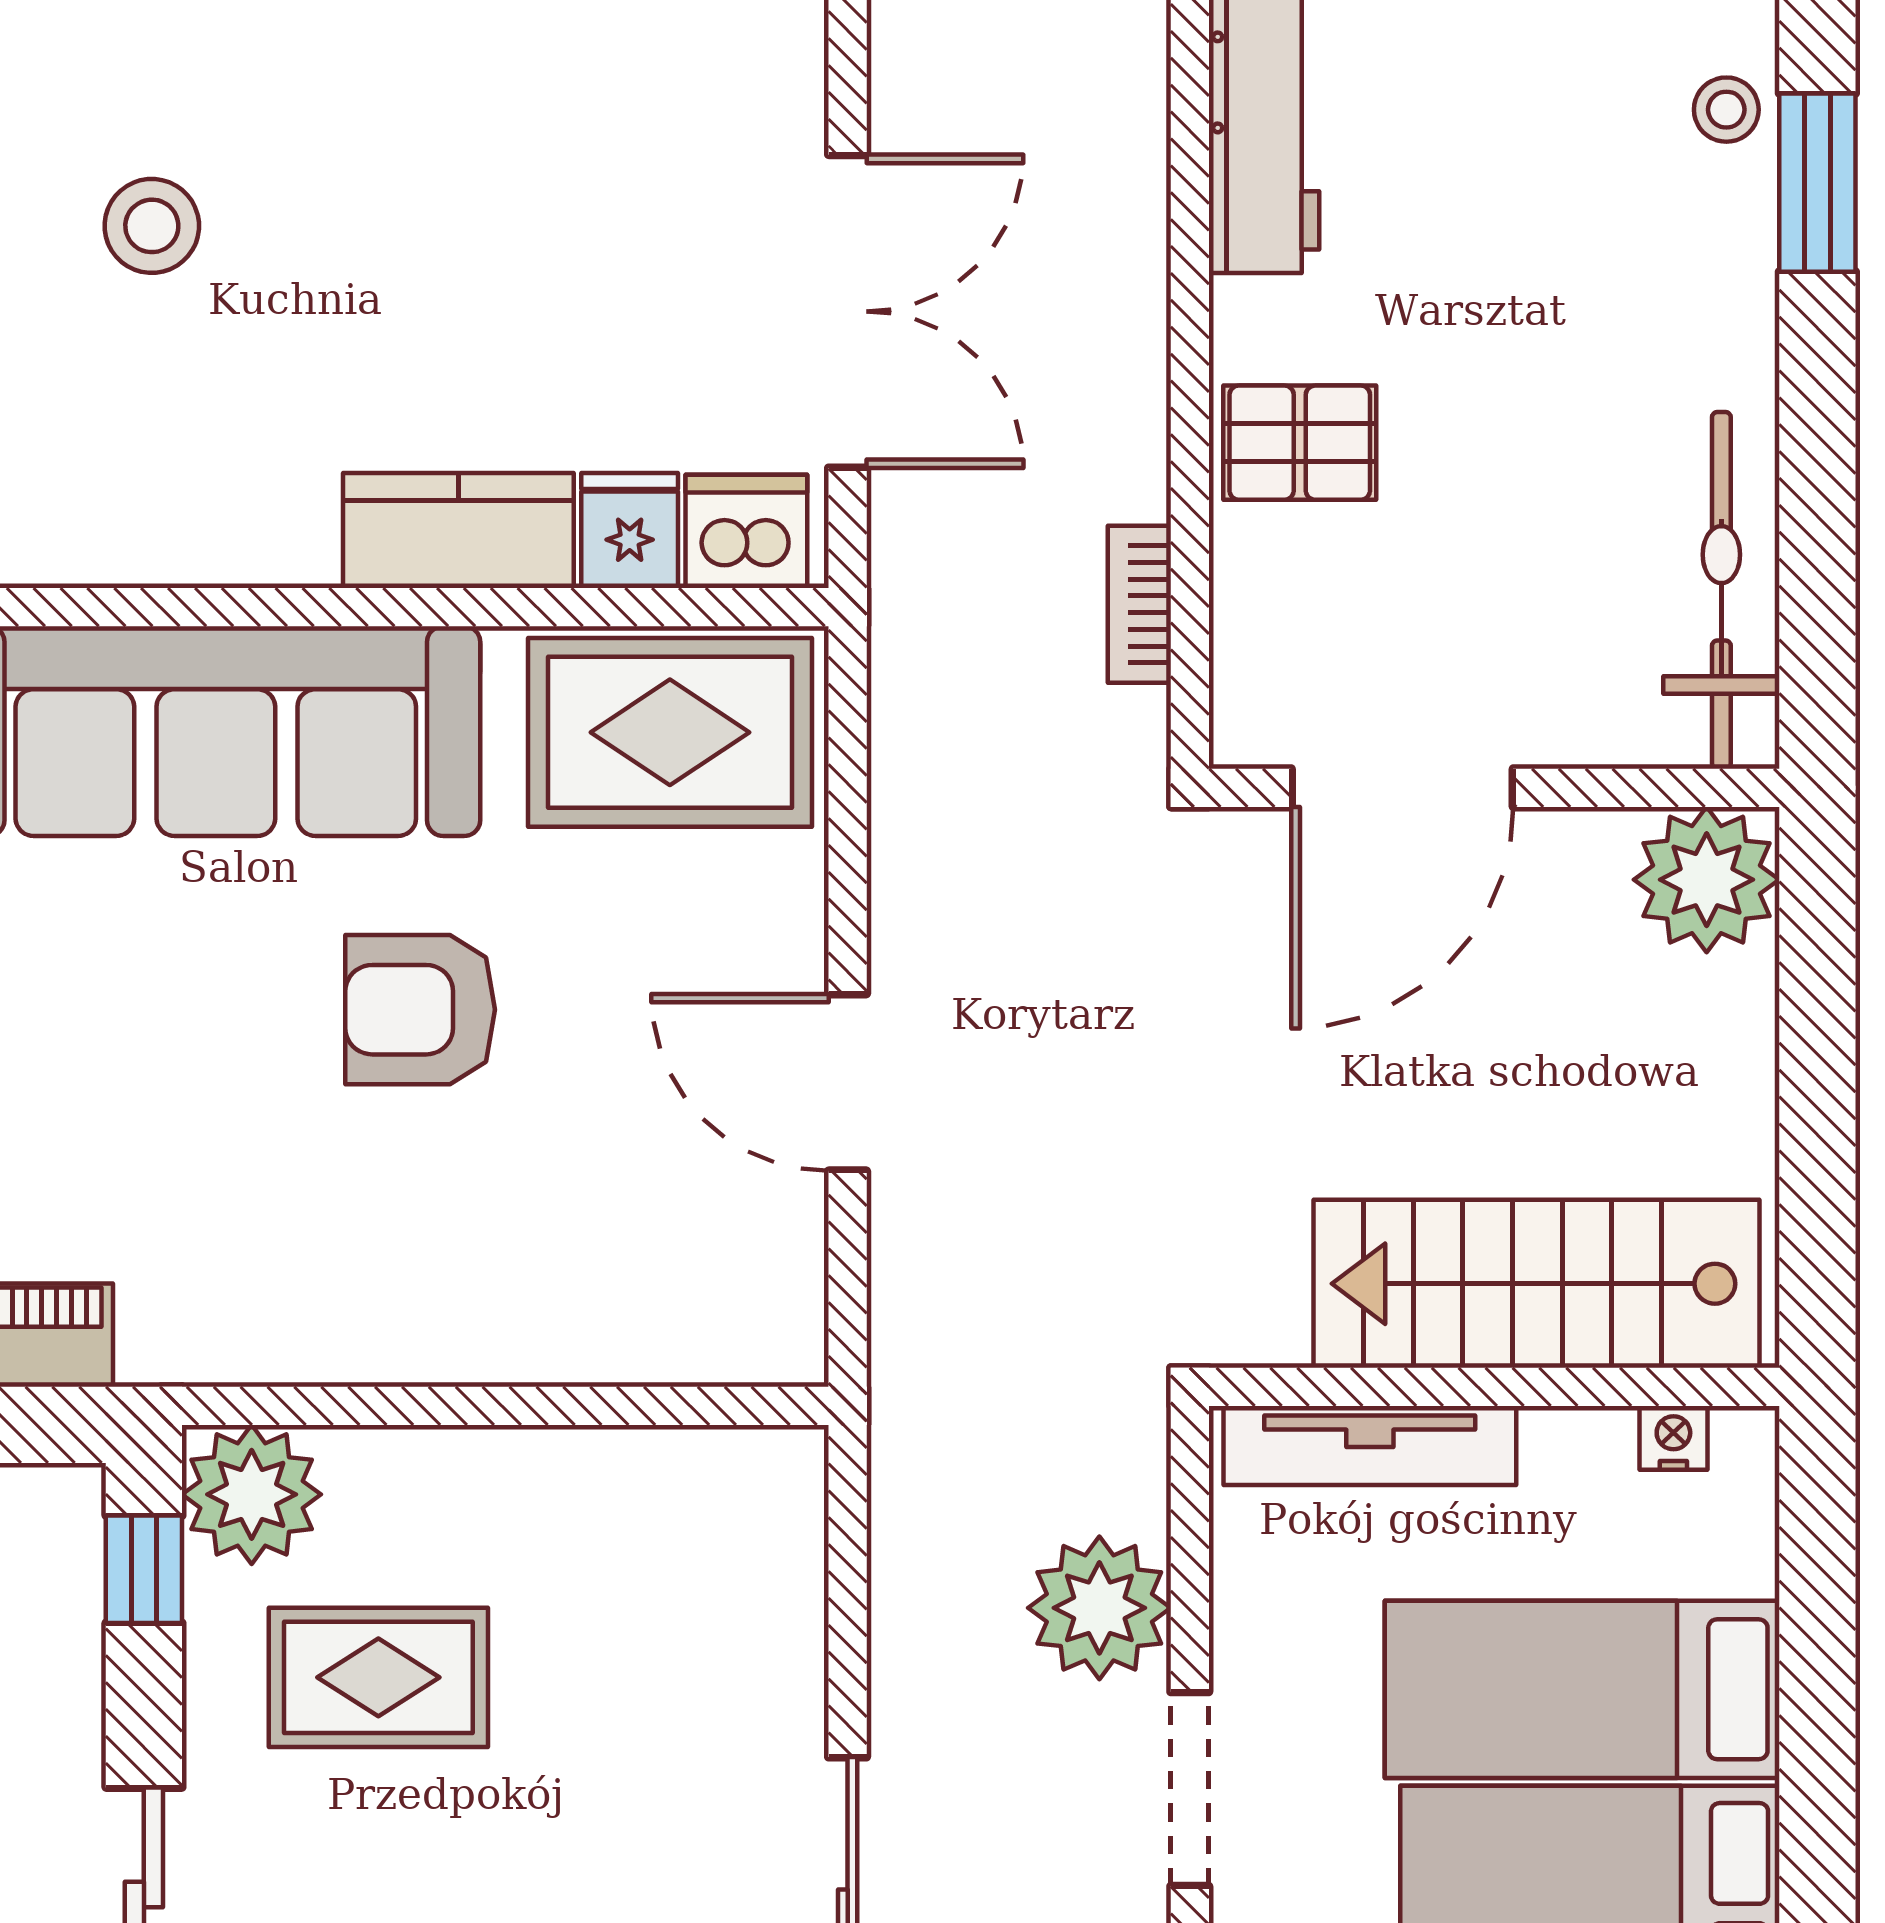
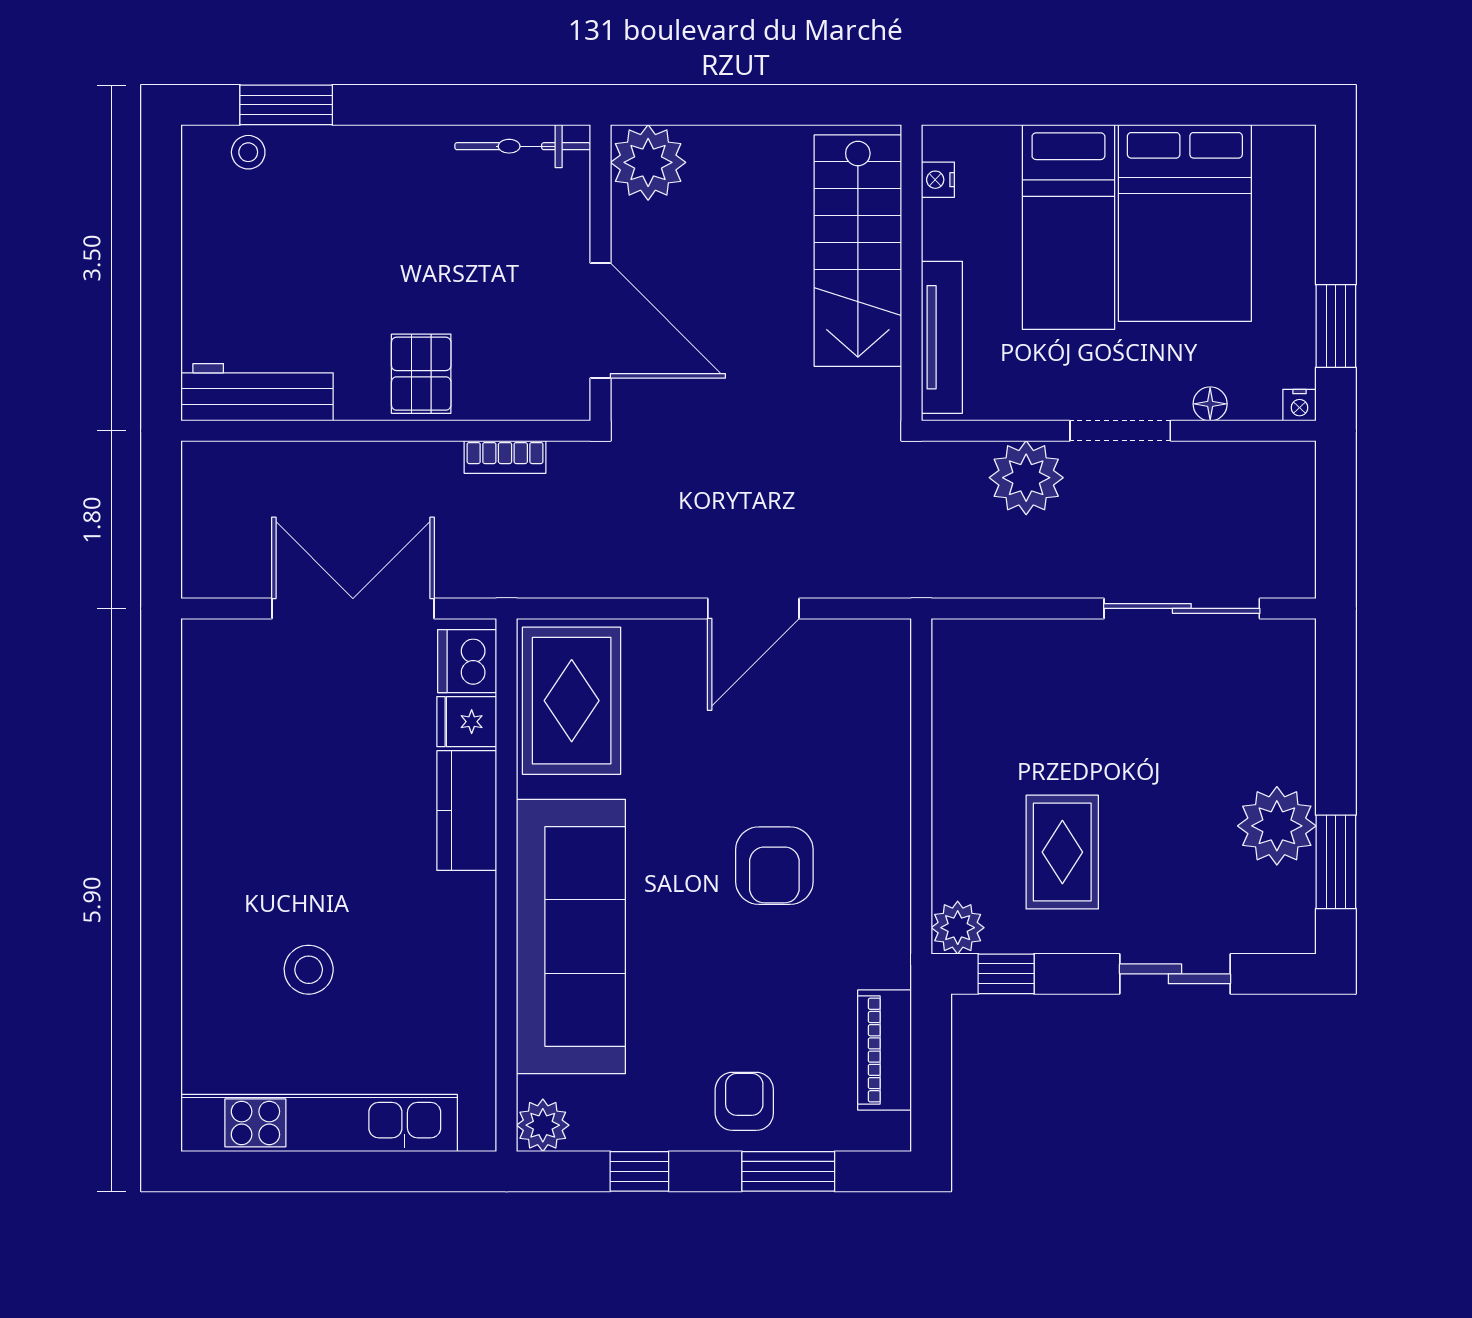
bicycle: (1721, 590) -> (523, 146), width x0.73, depth x0.71
armchair: (420, 1010) -> (774, 866), moved
plant: (252, 1494) -> (958, 928), width x0.73, depth x0.73

